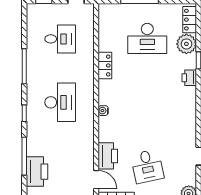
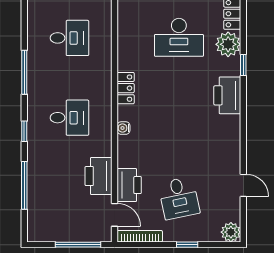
locker: (105, 65) -> (126, 88), moved
printer: (189, 78) -> (227, 95), width x1.87, depth x1.48
desk: (60, 102) -> (69, 118), width x0.73
printer: (37, 172) -> (99, 176), moved, turned 180

